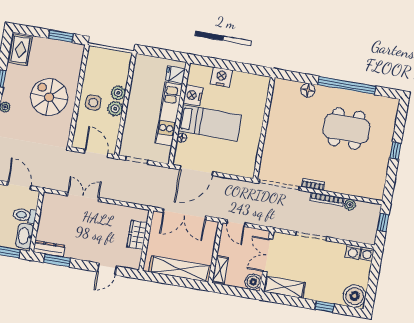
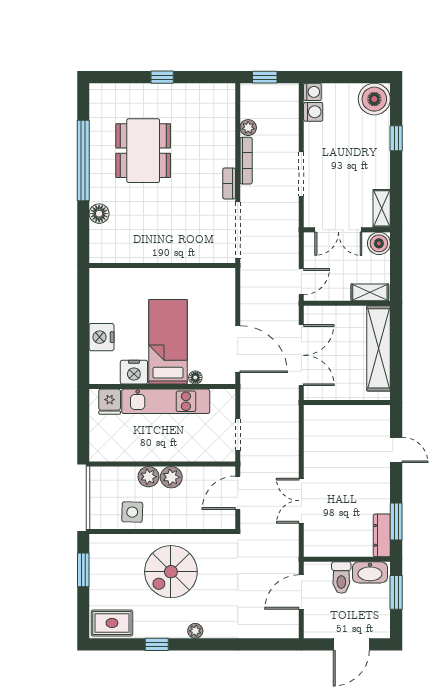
side table: (93, 102) -> (132, 512), moved
wardrobe: (137, 235) -> (341, 416), removed
shelving: (284, 287) -> (382, 208), width x0.67, depth x0.75

